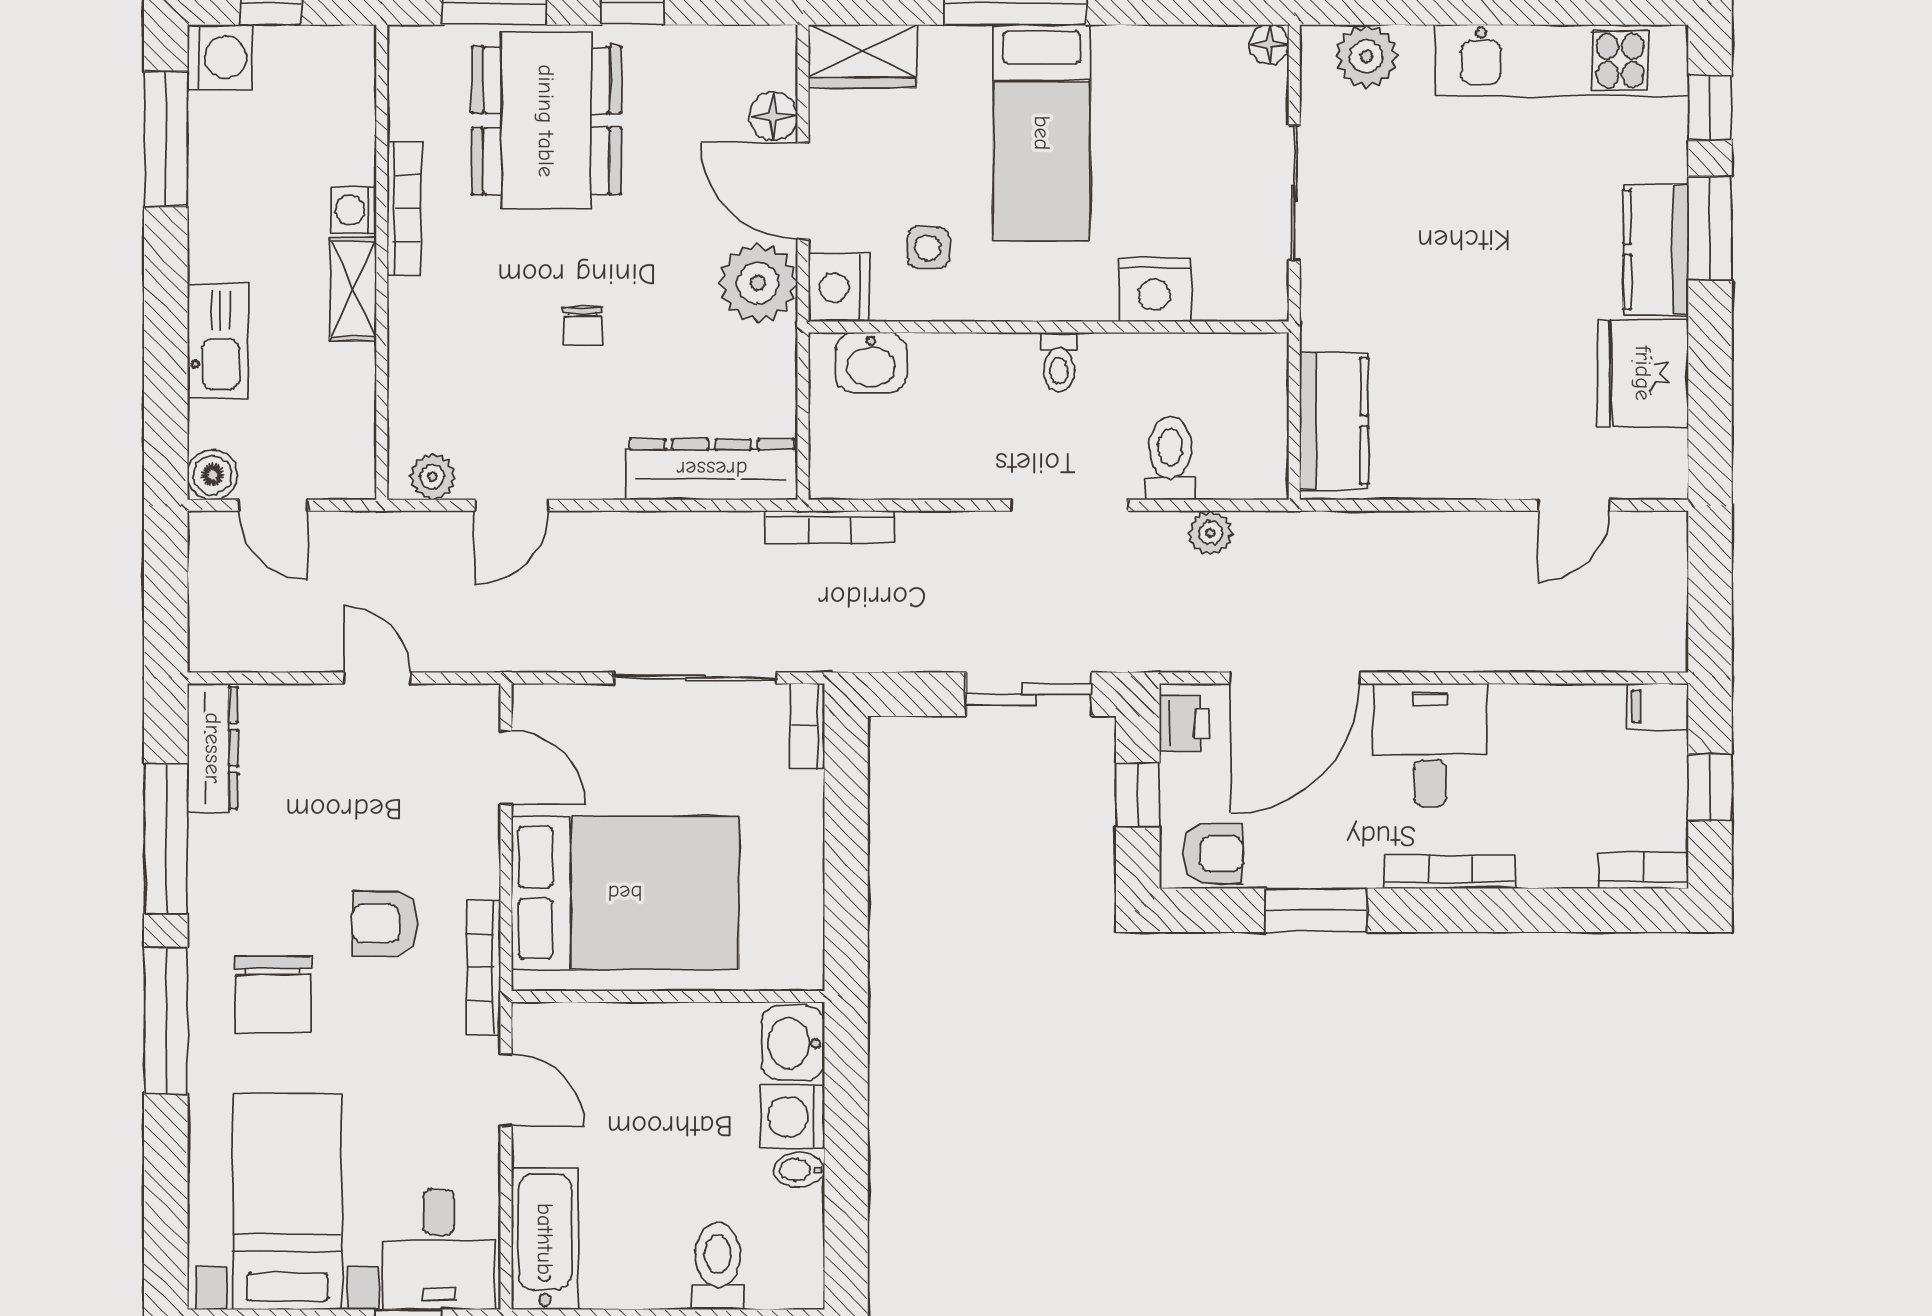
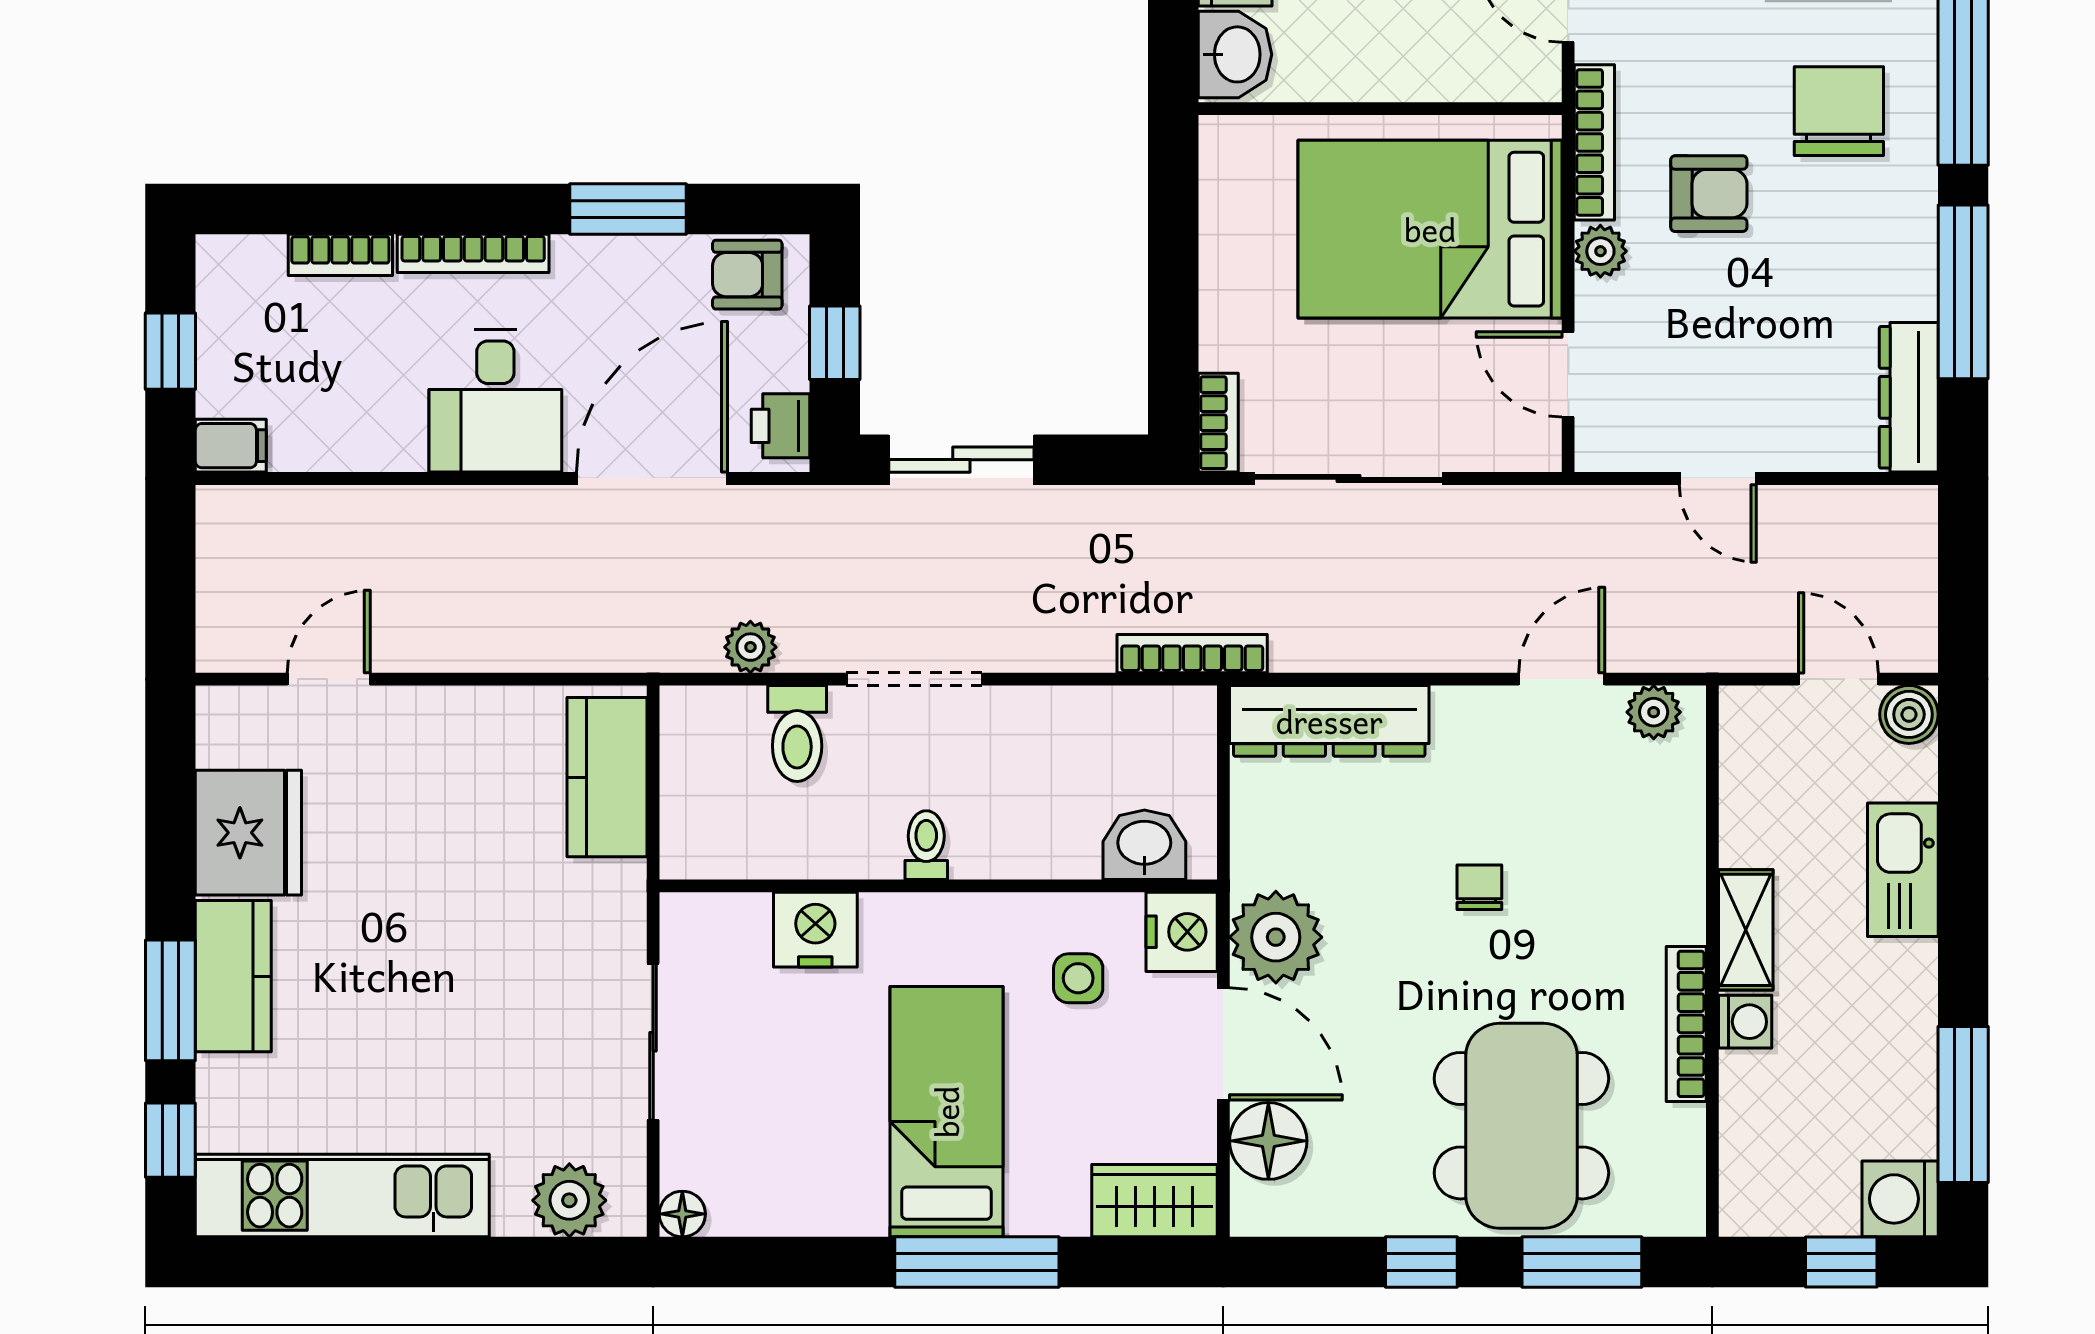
floor lamp: (773, 116) -> (1268, 1141), width x1.38, depth x1.38
bookcase: (1644, 871) -> (340, 255), moved
plant: (478, 874) -> (1600, 251), added

